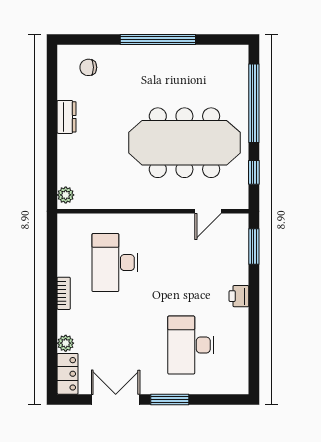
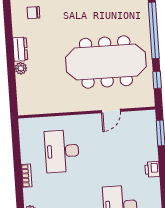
plant: (66, 195) -> (21, 68), moved
door: (208, 211) -> (111, 111), moved

